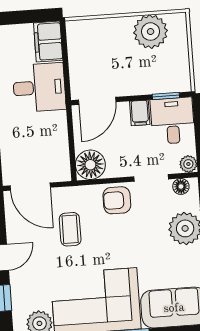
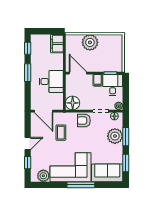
plant: (151, 32) -> (90, 42), moved
desk: (39, 87) -> (51, 81), moved
door: (97, 101) -> (78, 73), swing flipped

